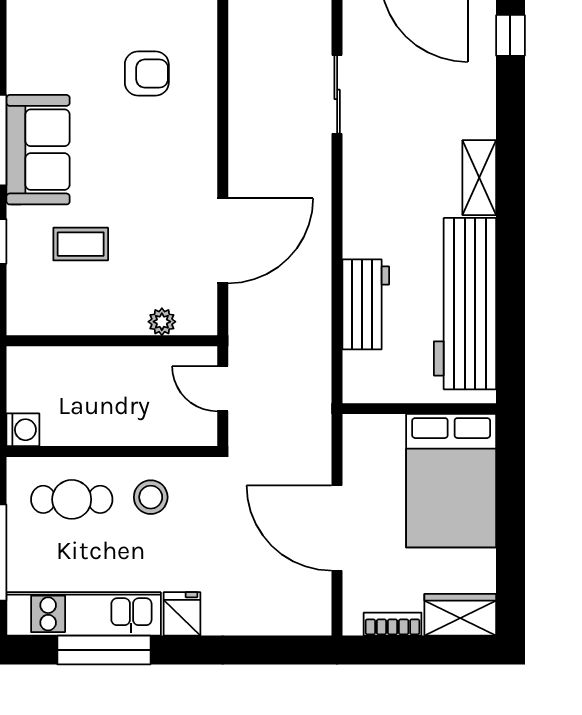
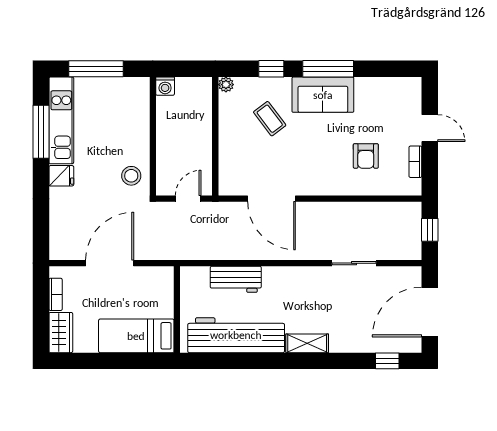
coffee table: (81, 244) -> (270, 119), turned -37
plant: (162, 322) -> (226, 85), moved
bed: (451, 481) -> (136, 336), width x0.67
stool: (151, 497) -> (131, 176), moved
cafe table: (72, 499) -> (126, 114), removed

